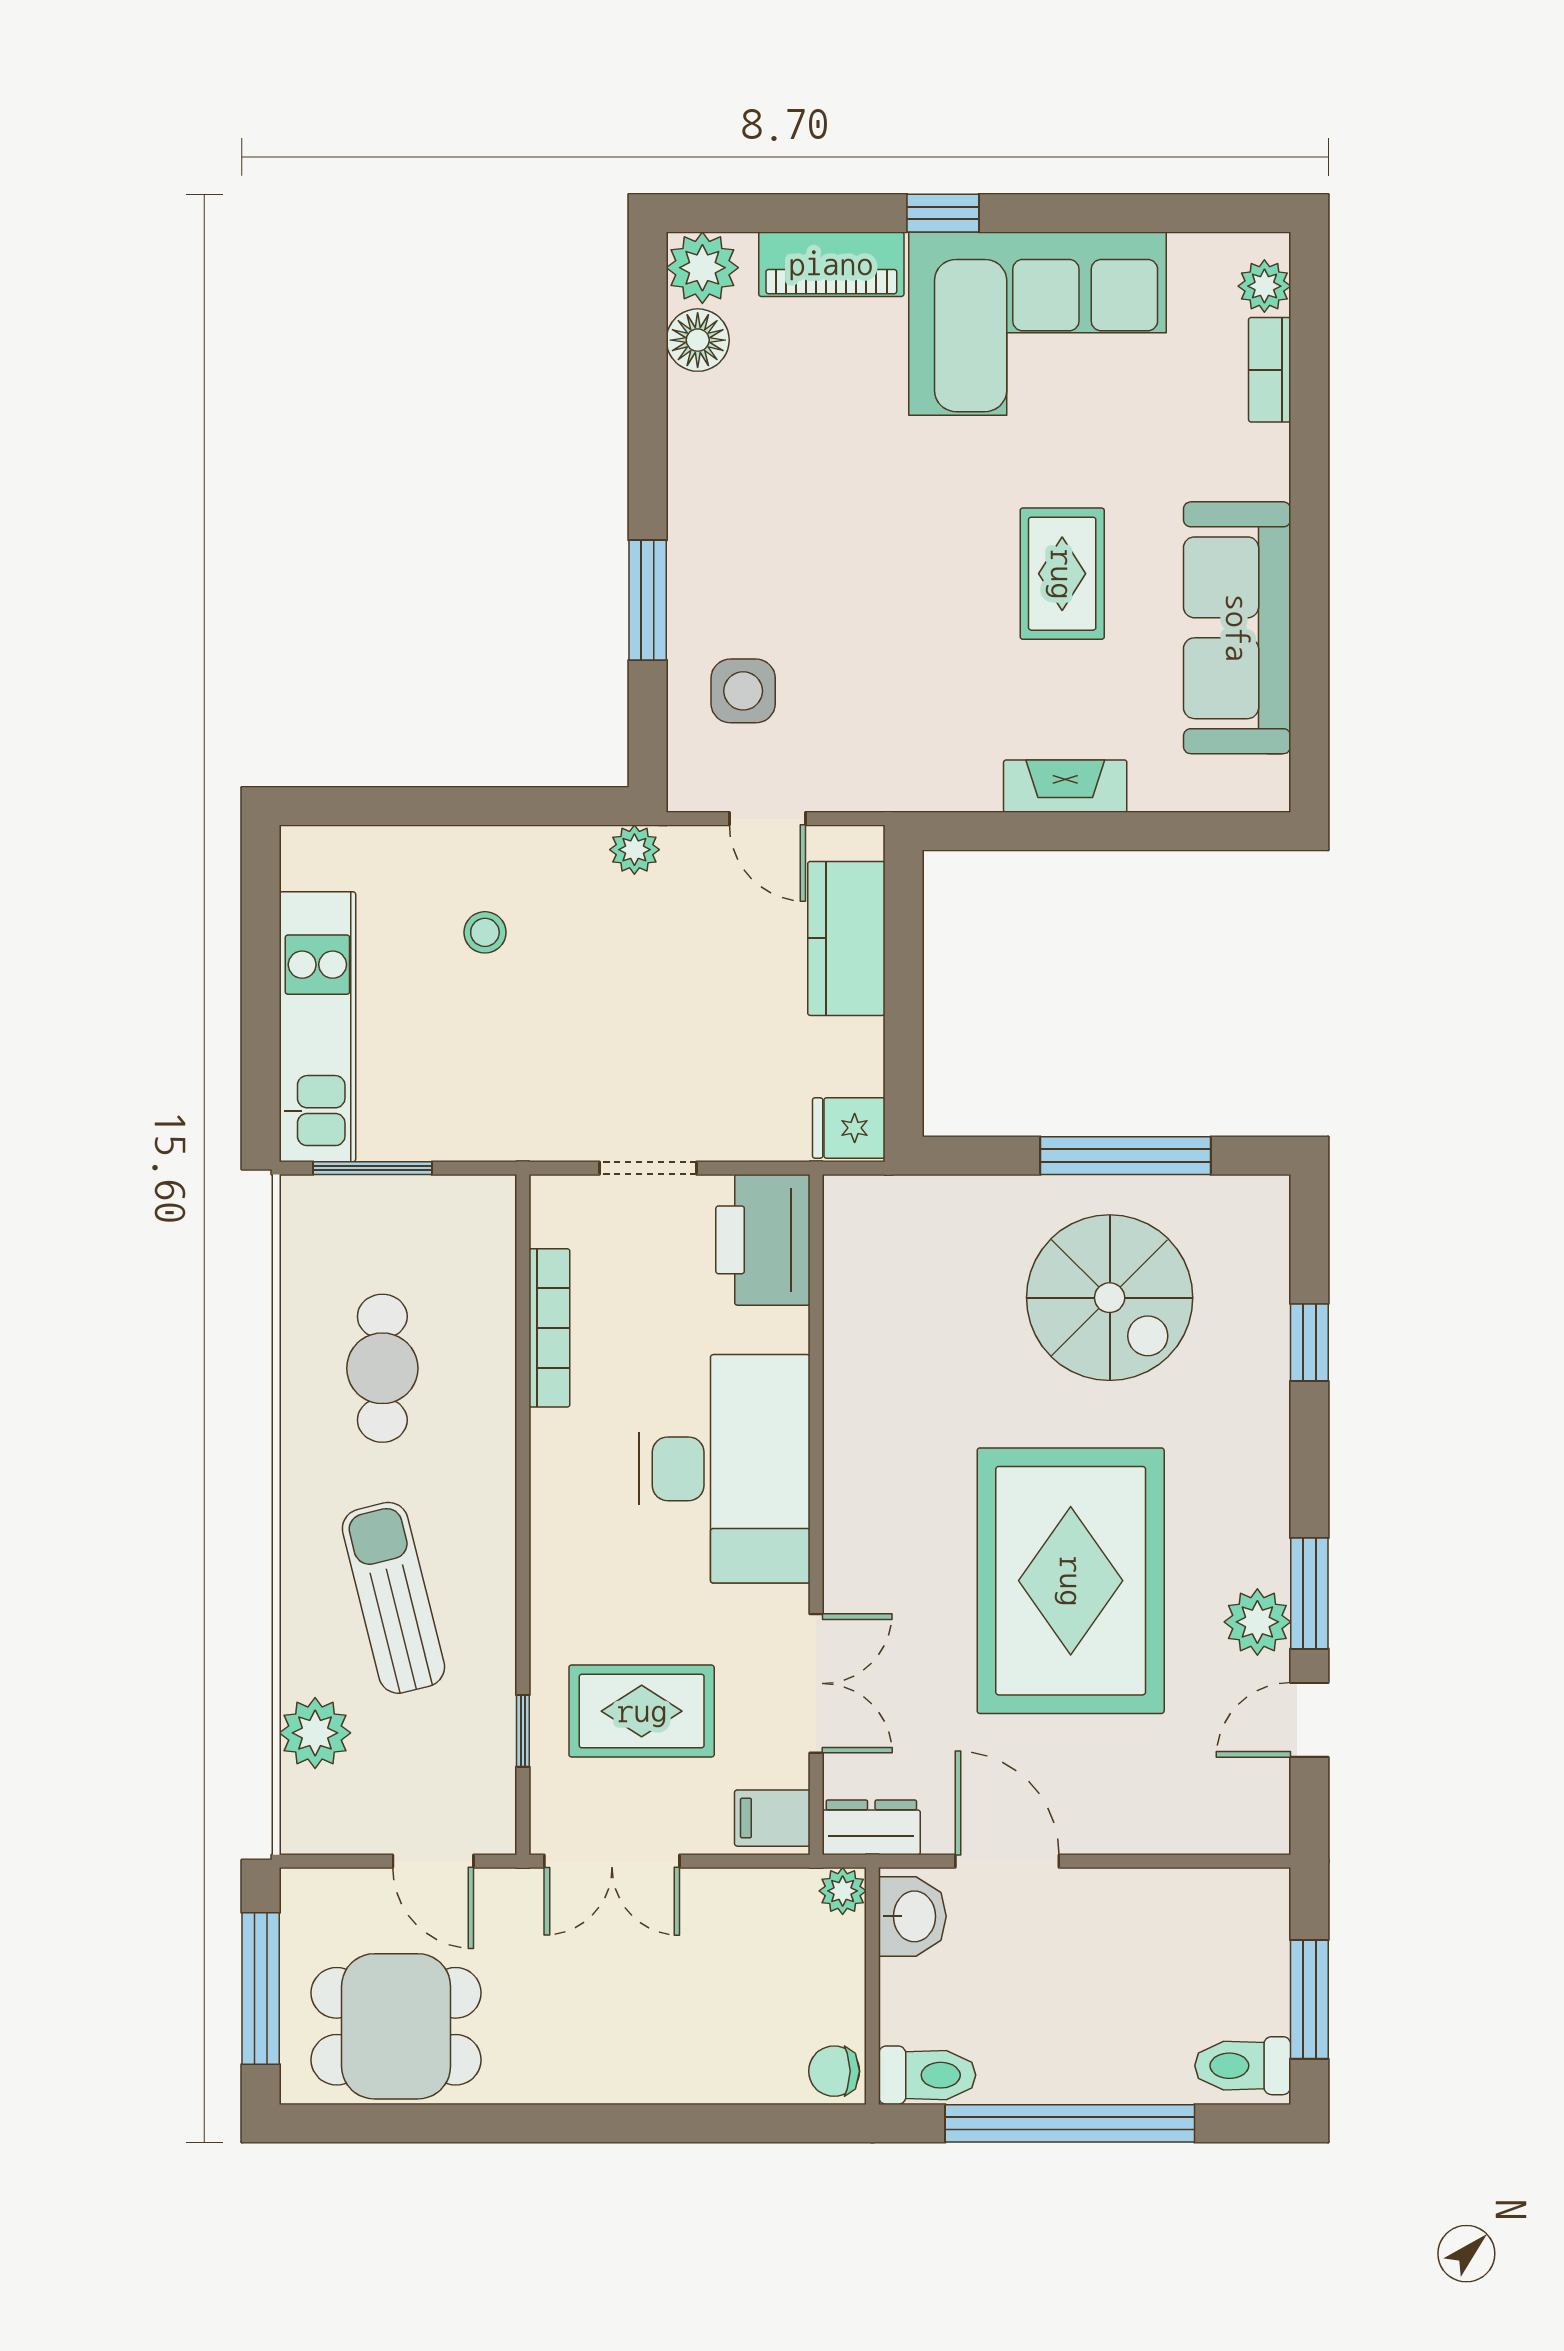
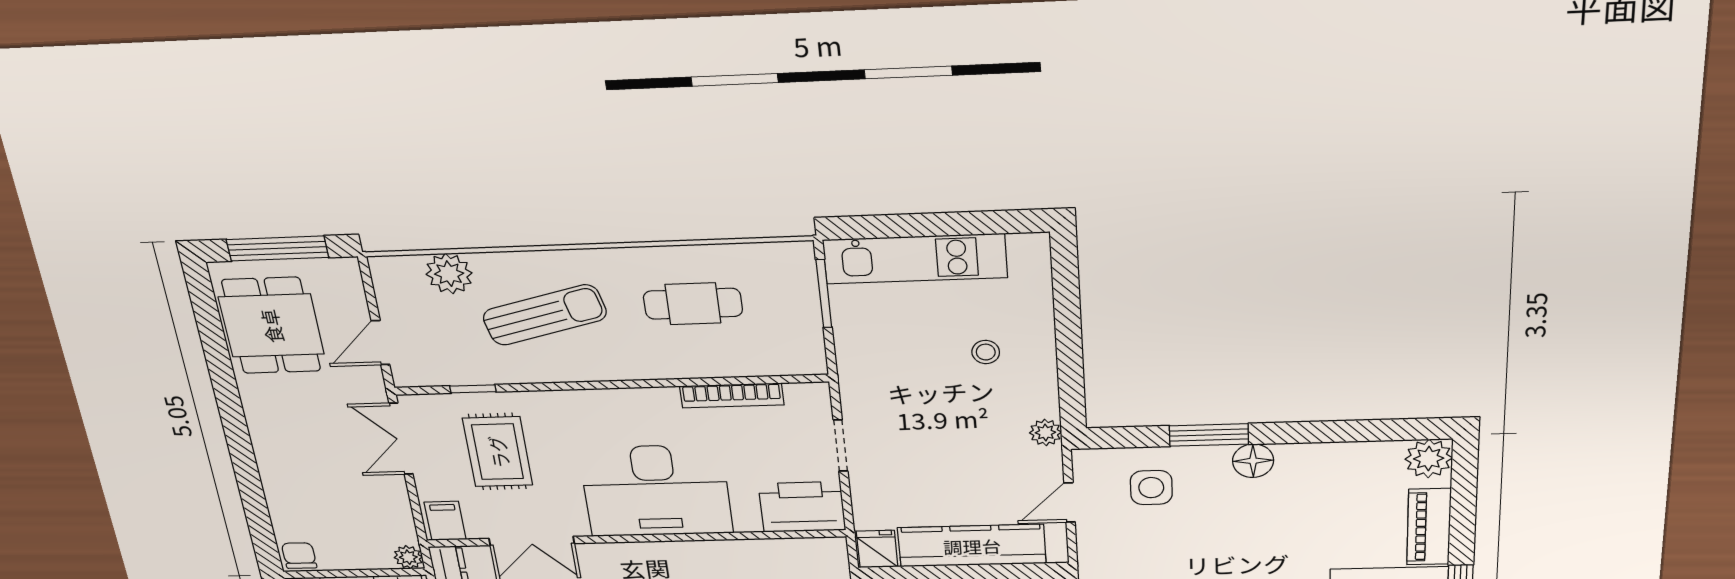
floor lamp: (698, 340) -> (1253, 461), moved
kitchen counter: (846, 938) -> (972, 546), width x1.50

